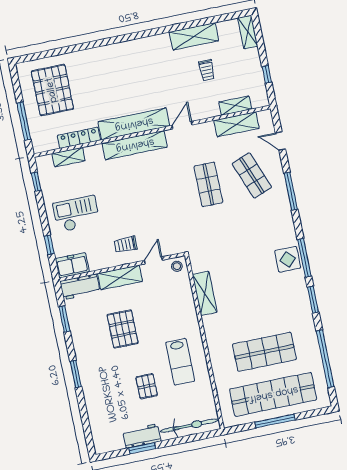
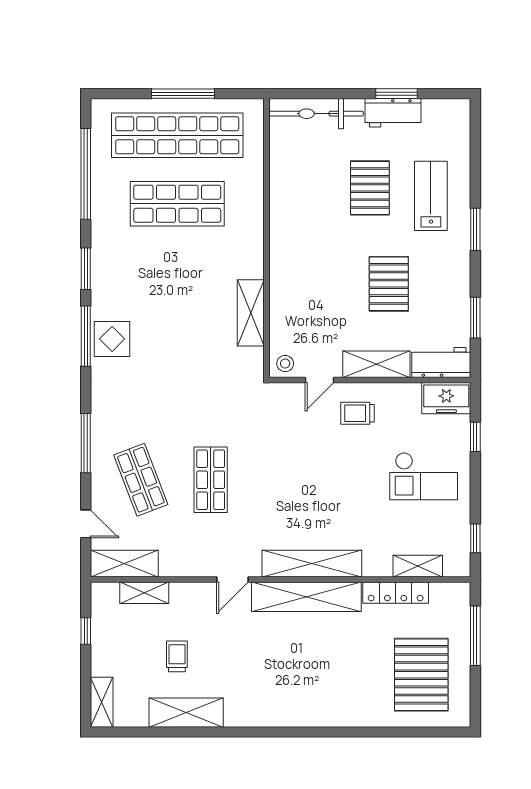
shelving: (236, 124) -> (124, 564), moved
trolley: (126, 244) -> (357, 413), turned 180
lab bench: (180, 362) -> (431, 196), moved
pallet: (147, 386) -> (370, 188), width x1.50, depth x1.42

